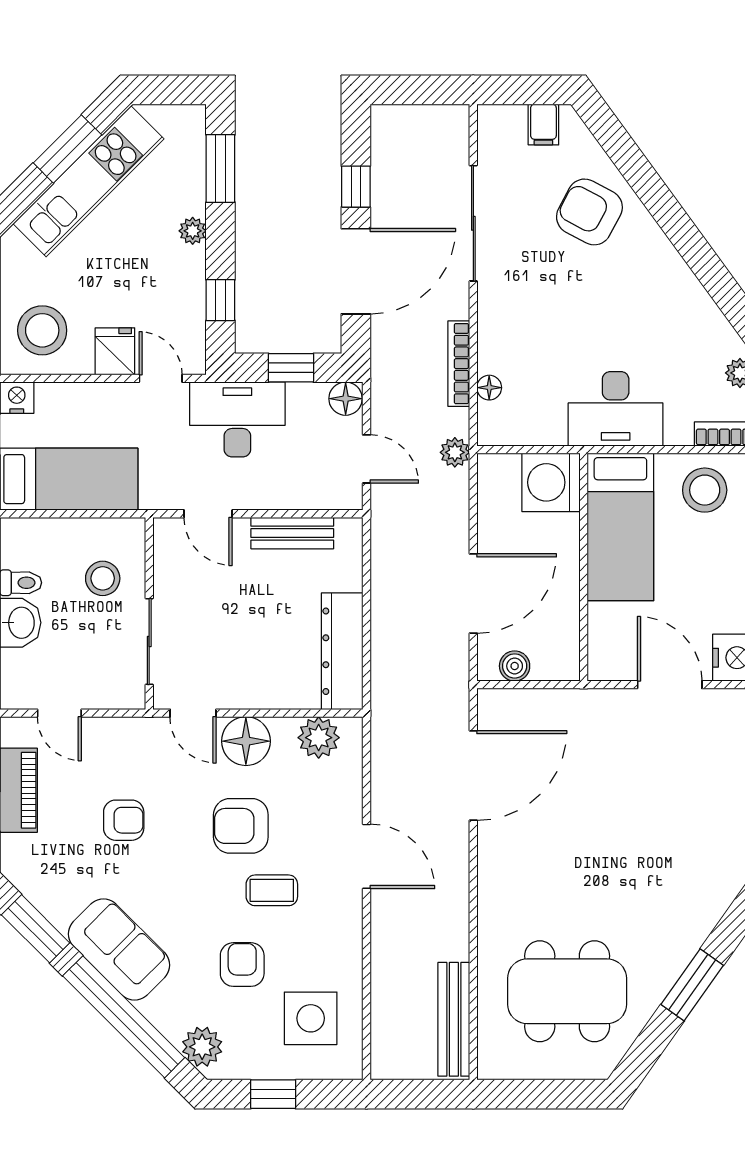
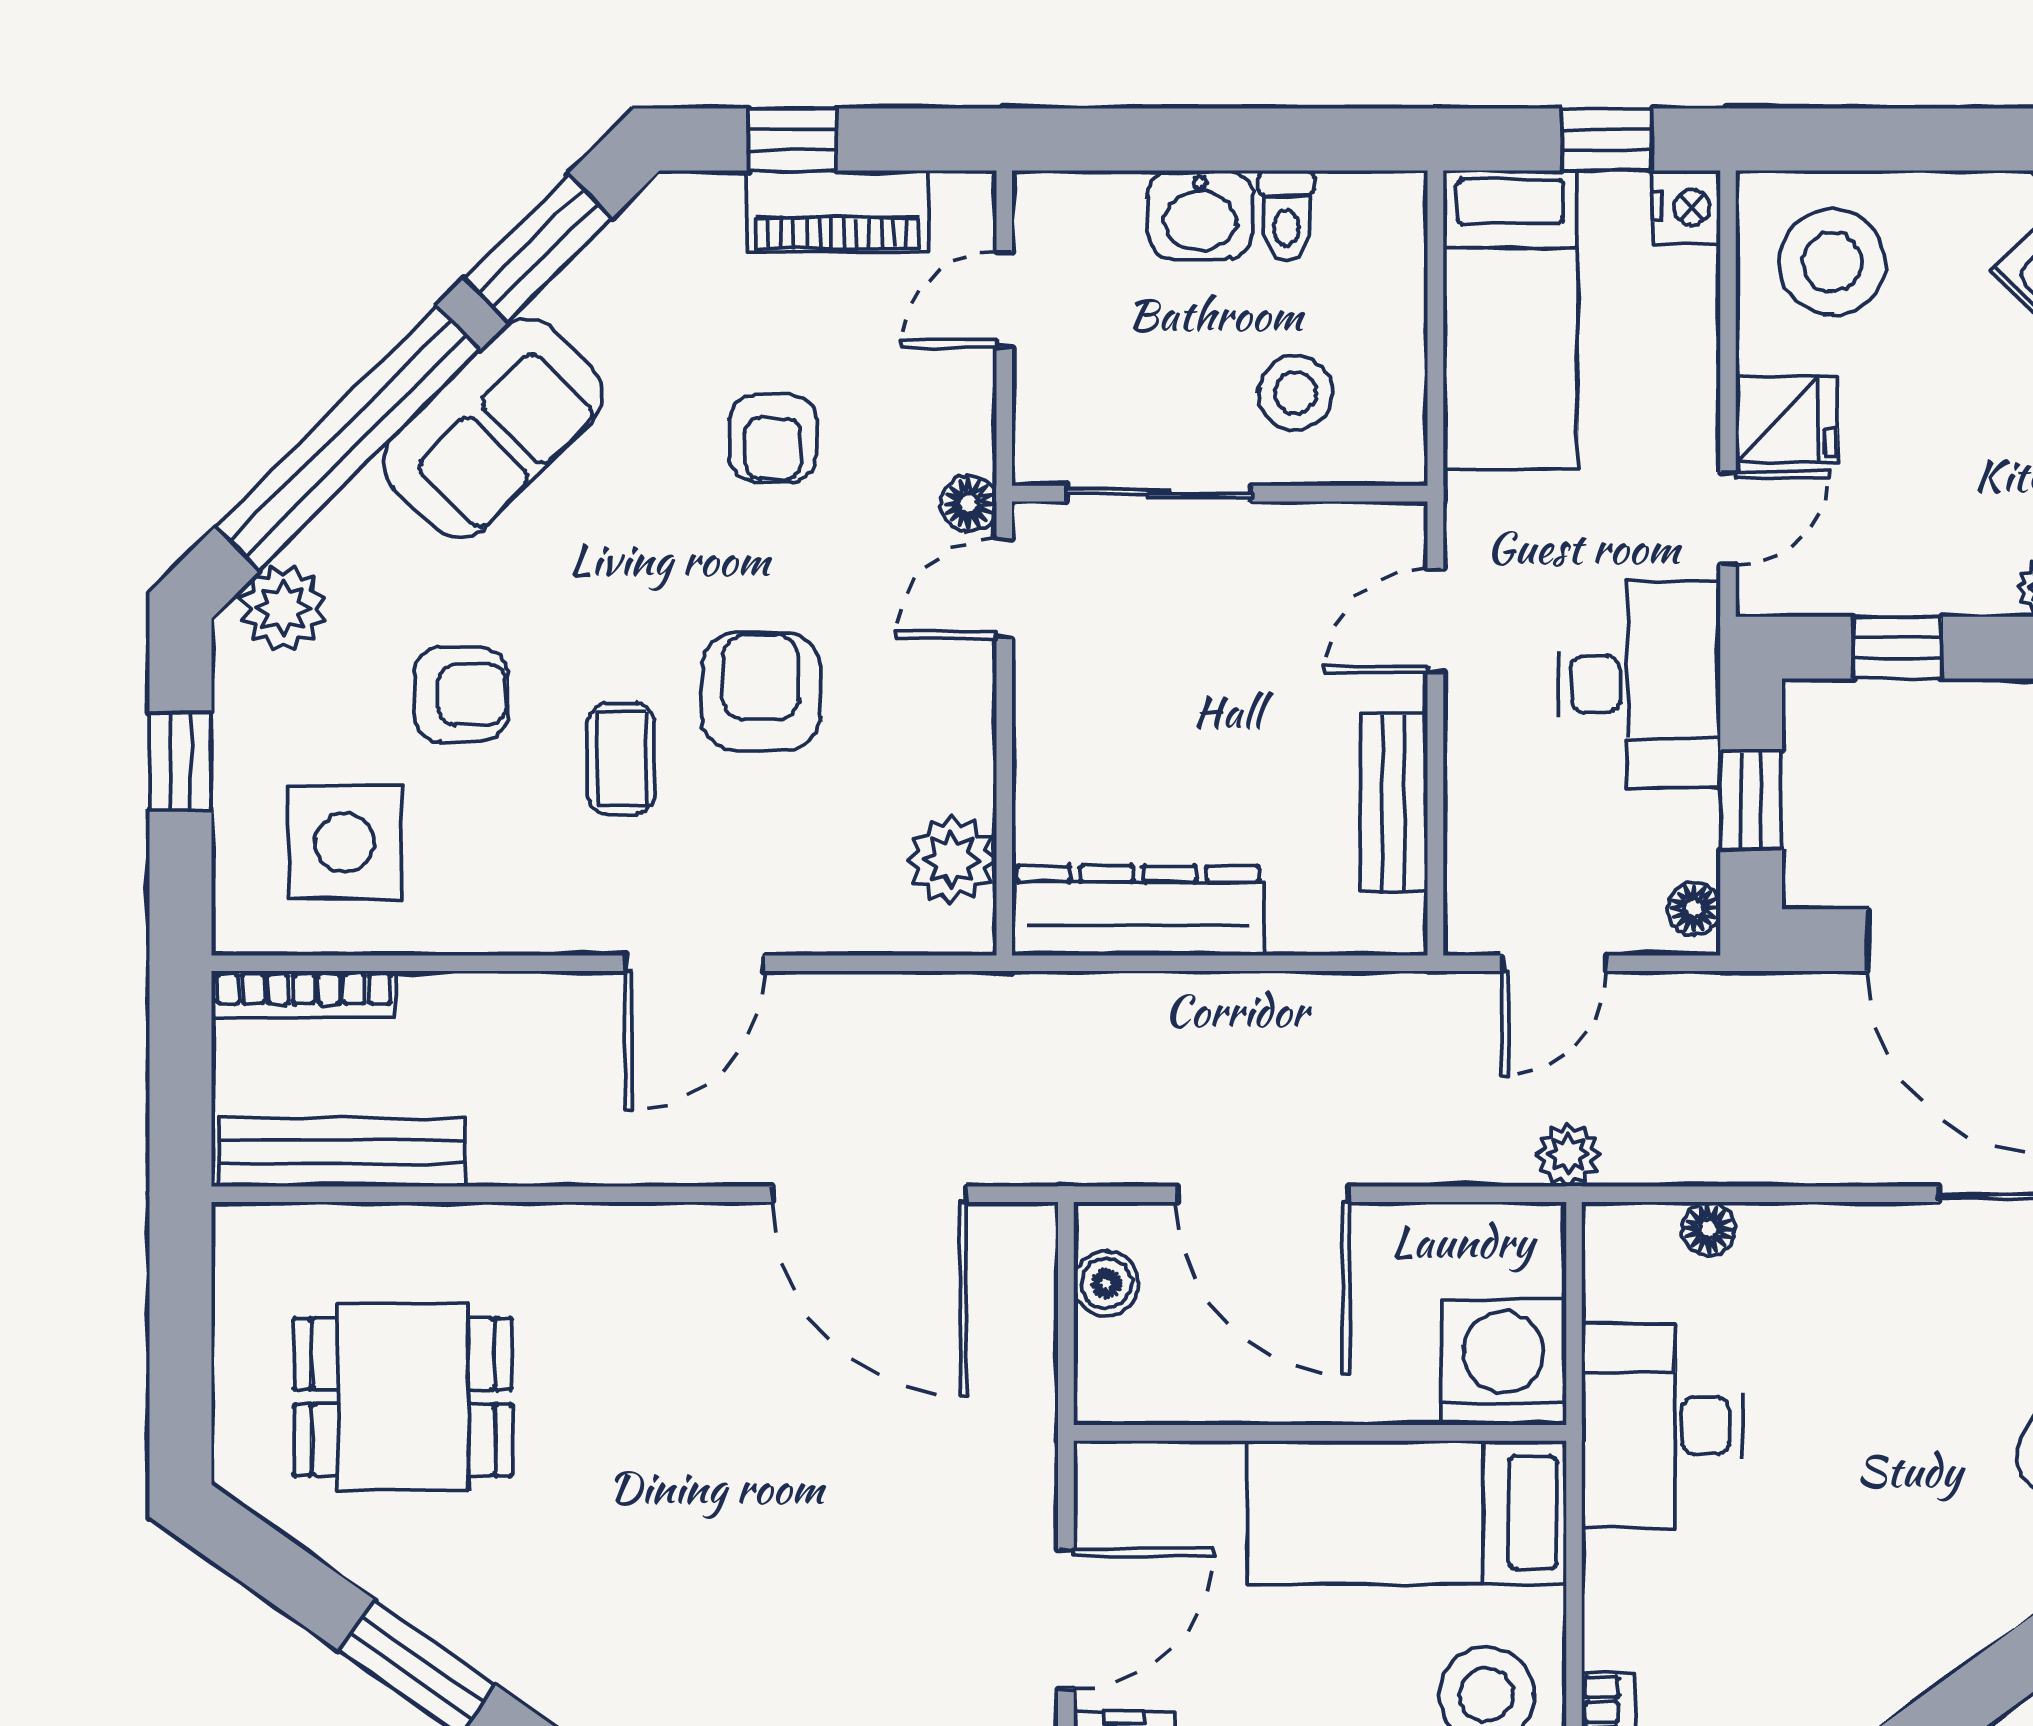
bookcase: (459, 364) -> (304, 995), moved, turned 180
floor lamp: (346, 399) -> (1694, 908), width x0.73, depth x0.73
desk: (616, 409) -> (1662, 1426), moved
floor lamp: (246, 741) -> (969, 504), moved, width x0.53, depth x0.53
dining table: (567, 991) -> (403, 1397), width x0.73

